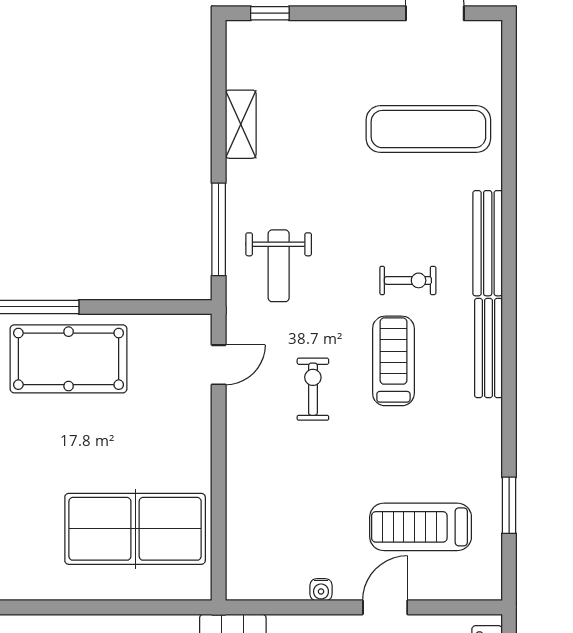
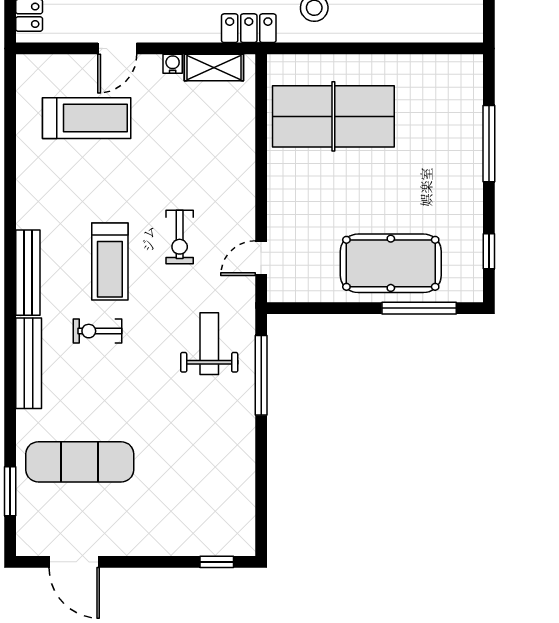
shelving: (241, 124) -> (214, 68), moved, turned 90
window: (509, 505) -> (10, 491), moved

